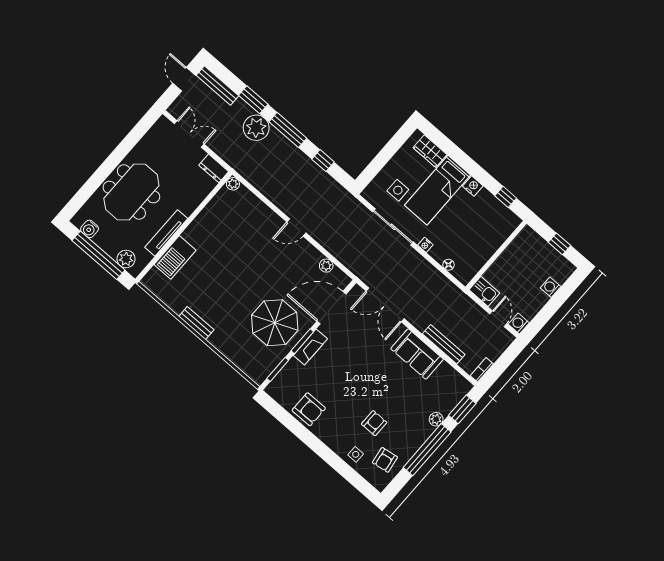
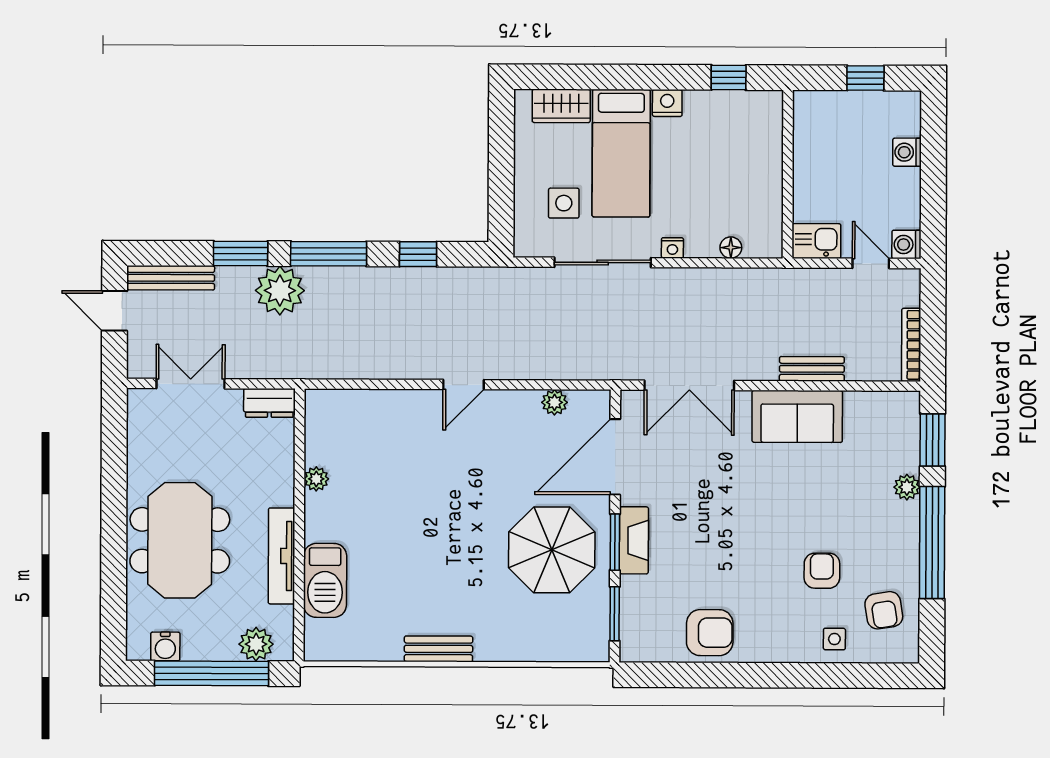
plant: (233, 184) -> (316, 479), moved
bench: (444, 344) -> (812, 369), width x0.73
bookcase: (482, 370) -> (911, 345), width x1.56

